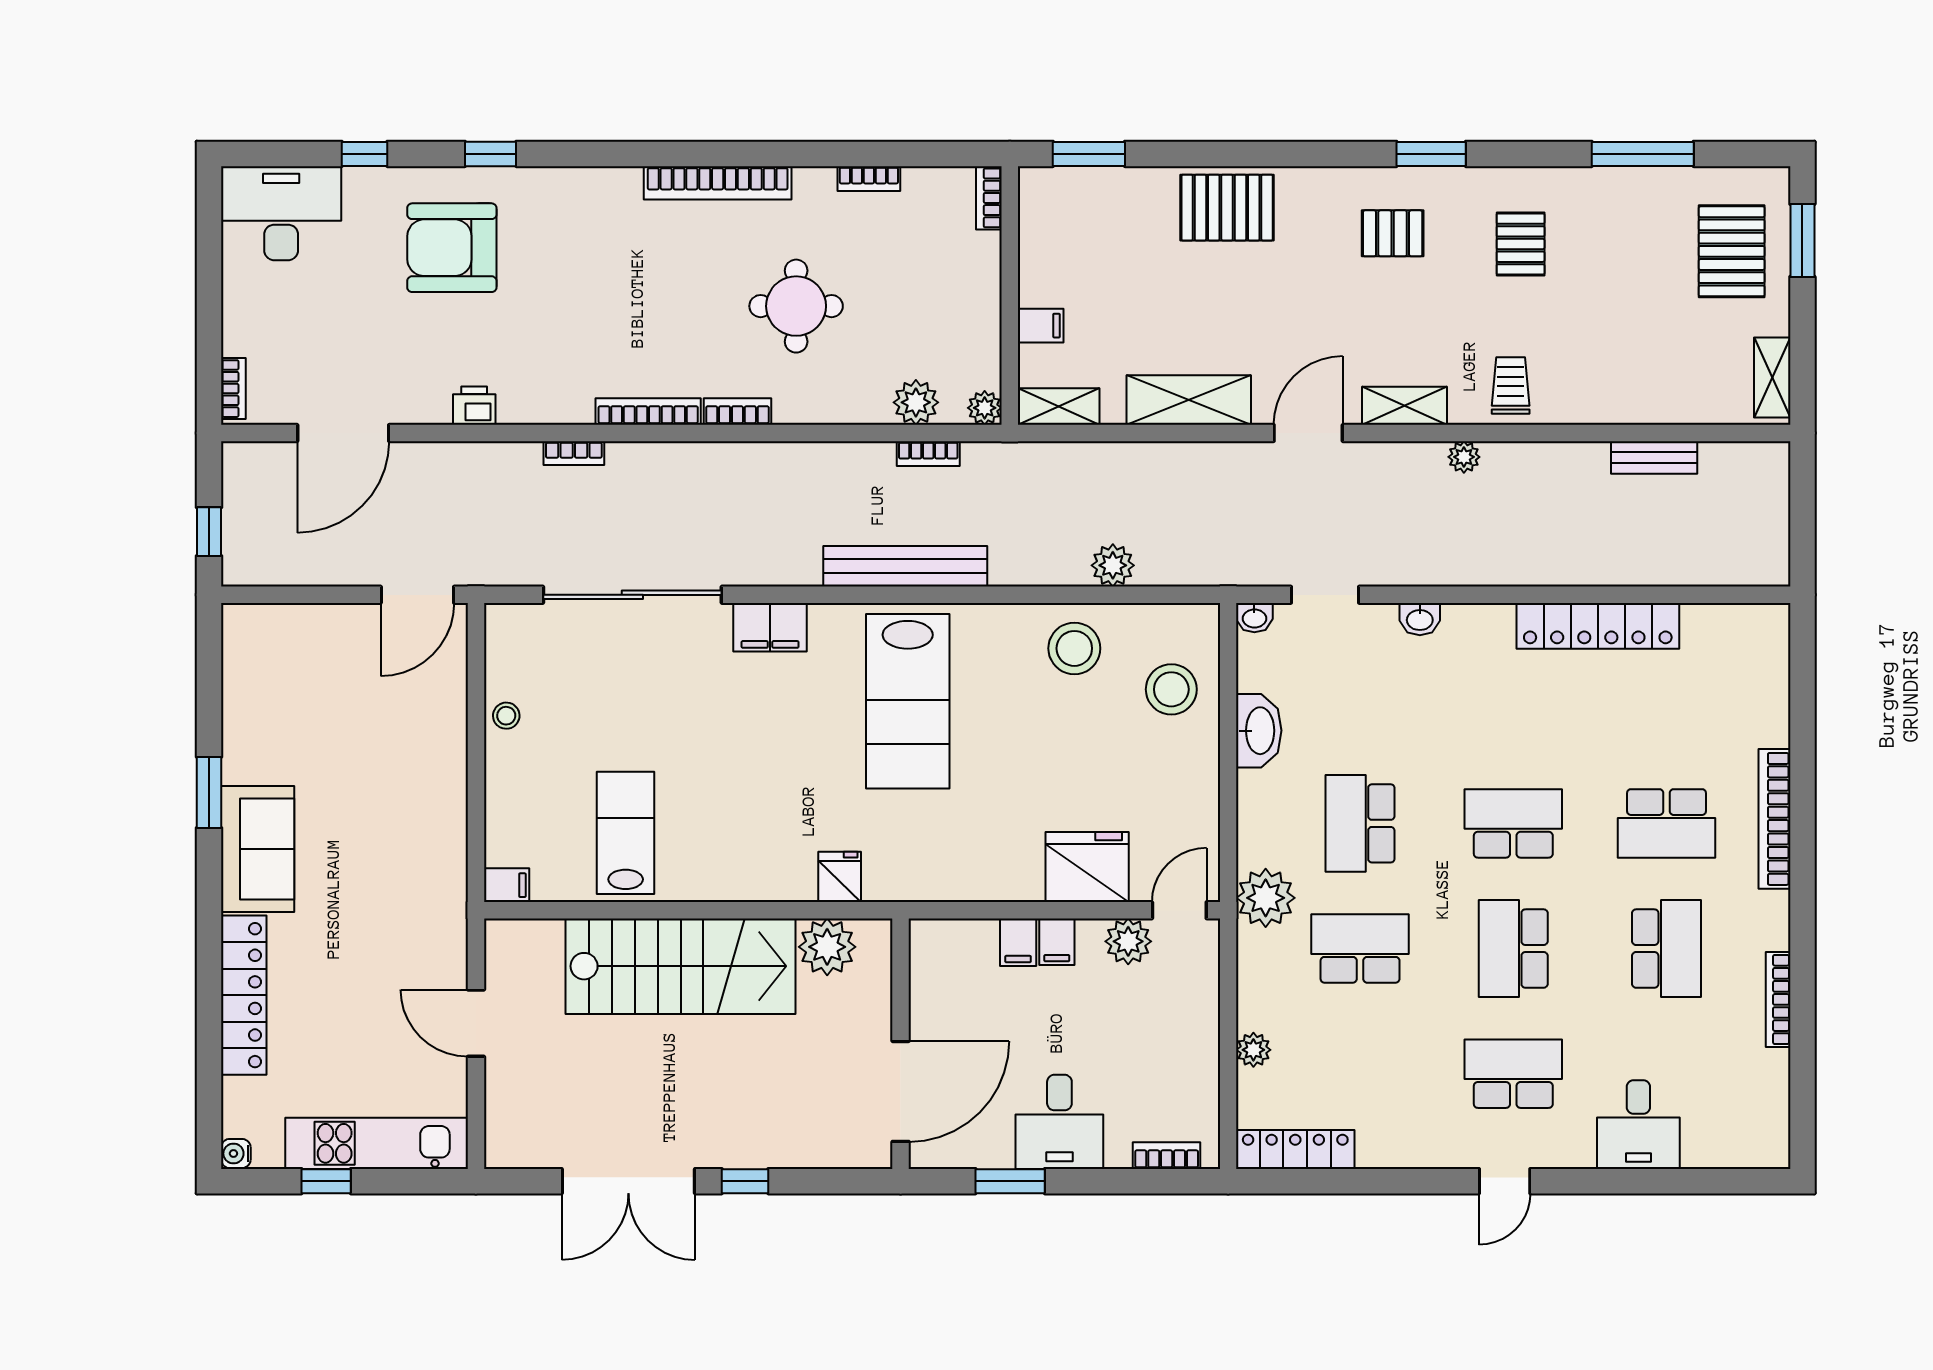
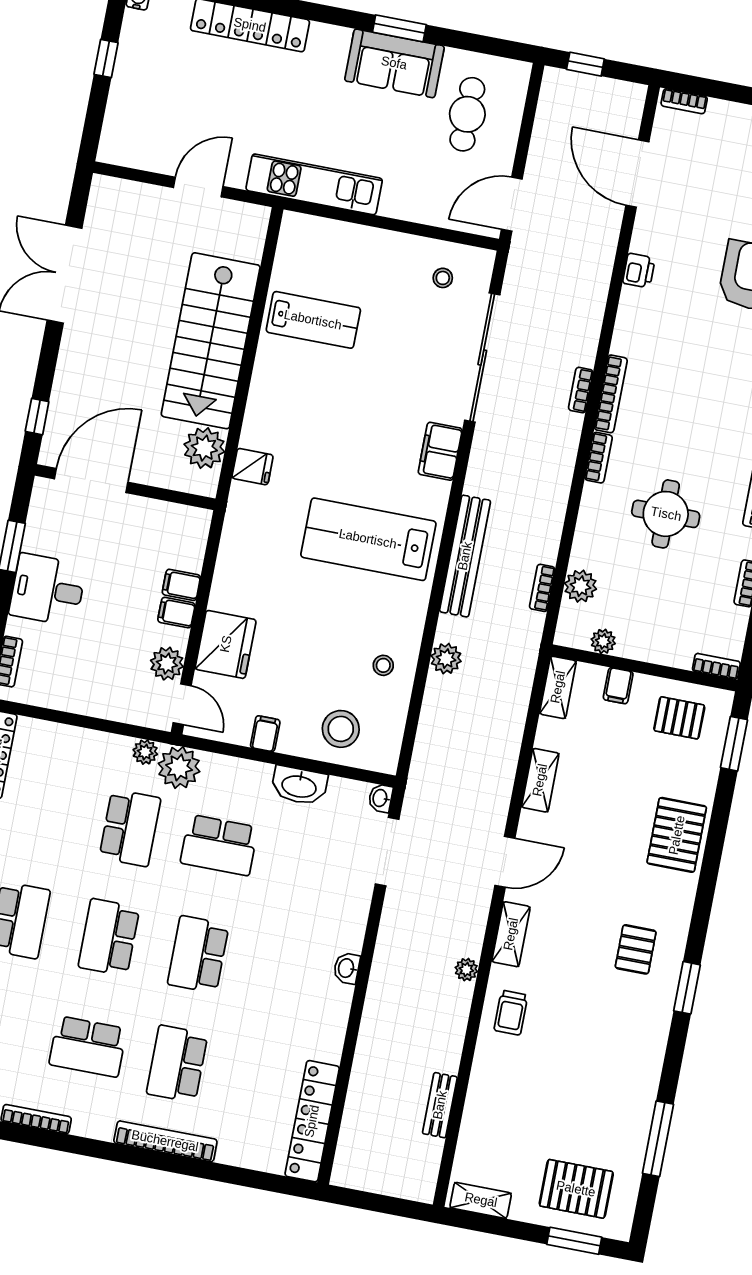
pallet: (1521, 244) -> (679, 718), moved
trolley: (1511, 386) -> (511, 1013), turned 90
shelving: (1189, 400) -> (540, 780), width x0.67, depth x0.75
plant: (985, 408) -> (603, 641), moved
door: (1308, 433) -> (505, 862), hinge flipped
bookcase: (574, 453) -> (581, 390), moved
plant: (1113, 565) -> (446, 659), moved
door: (417, 595) -> (512, 204), hinge flipped
doorway: (1325, 595) -> (387, 852), width x1.38
washbasin: (1420, 619) -> (347, 968), moved
locker: (1598, 626) -> (312, 1121), moved
stool: (1074, 648) -> (383, 665), width x0.53, depth x0.53
cafe table: (308, 678) -> (467, 114), added
stool: (506, 716) -> (443, 278), moved
school desk: (1360, 823) -> (219, 845), turned 180
school desk: (1513, 823) -> (198, 954), turned 180
sofa: (258, 849) -> (394, 63), moved
filing cabinet: (507, 885) -> (265, 734), moved, turned 180
school desk: (1513, 949) -> (109, 937), turned -90
plant: (1253, 1050) -> (145, 752), moved
door: (901, 1091) -> (91, 481), swing flipped
kitchen unit: (377, 1143) -> (314, 184), moved, turned -90
window: (745, 1181) -> (37, 417), moved

